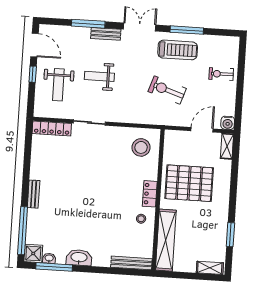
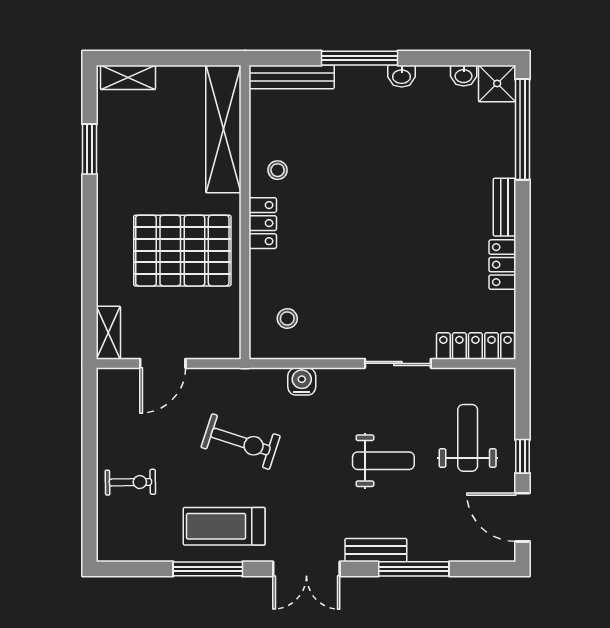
water cooler: (228, 123) -> (302, 381), moved
stool: (141, 147) -> (287, 318), width x0.53, depth x0.53
locker: (36, 167) -> (502, 265), added
washbasin: (79, 258) -> (402, 76), width x0.52, depth x0.69
window: (54, 267) -> (360, 58), moved

